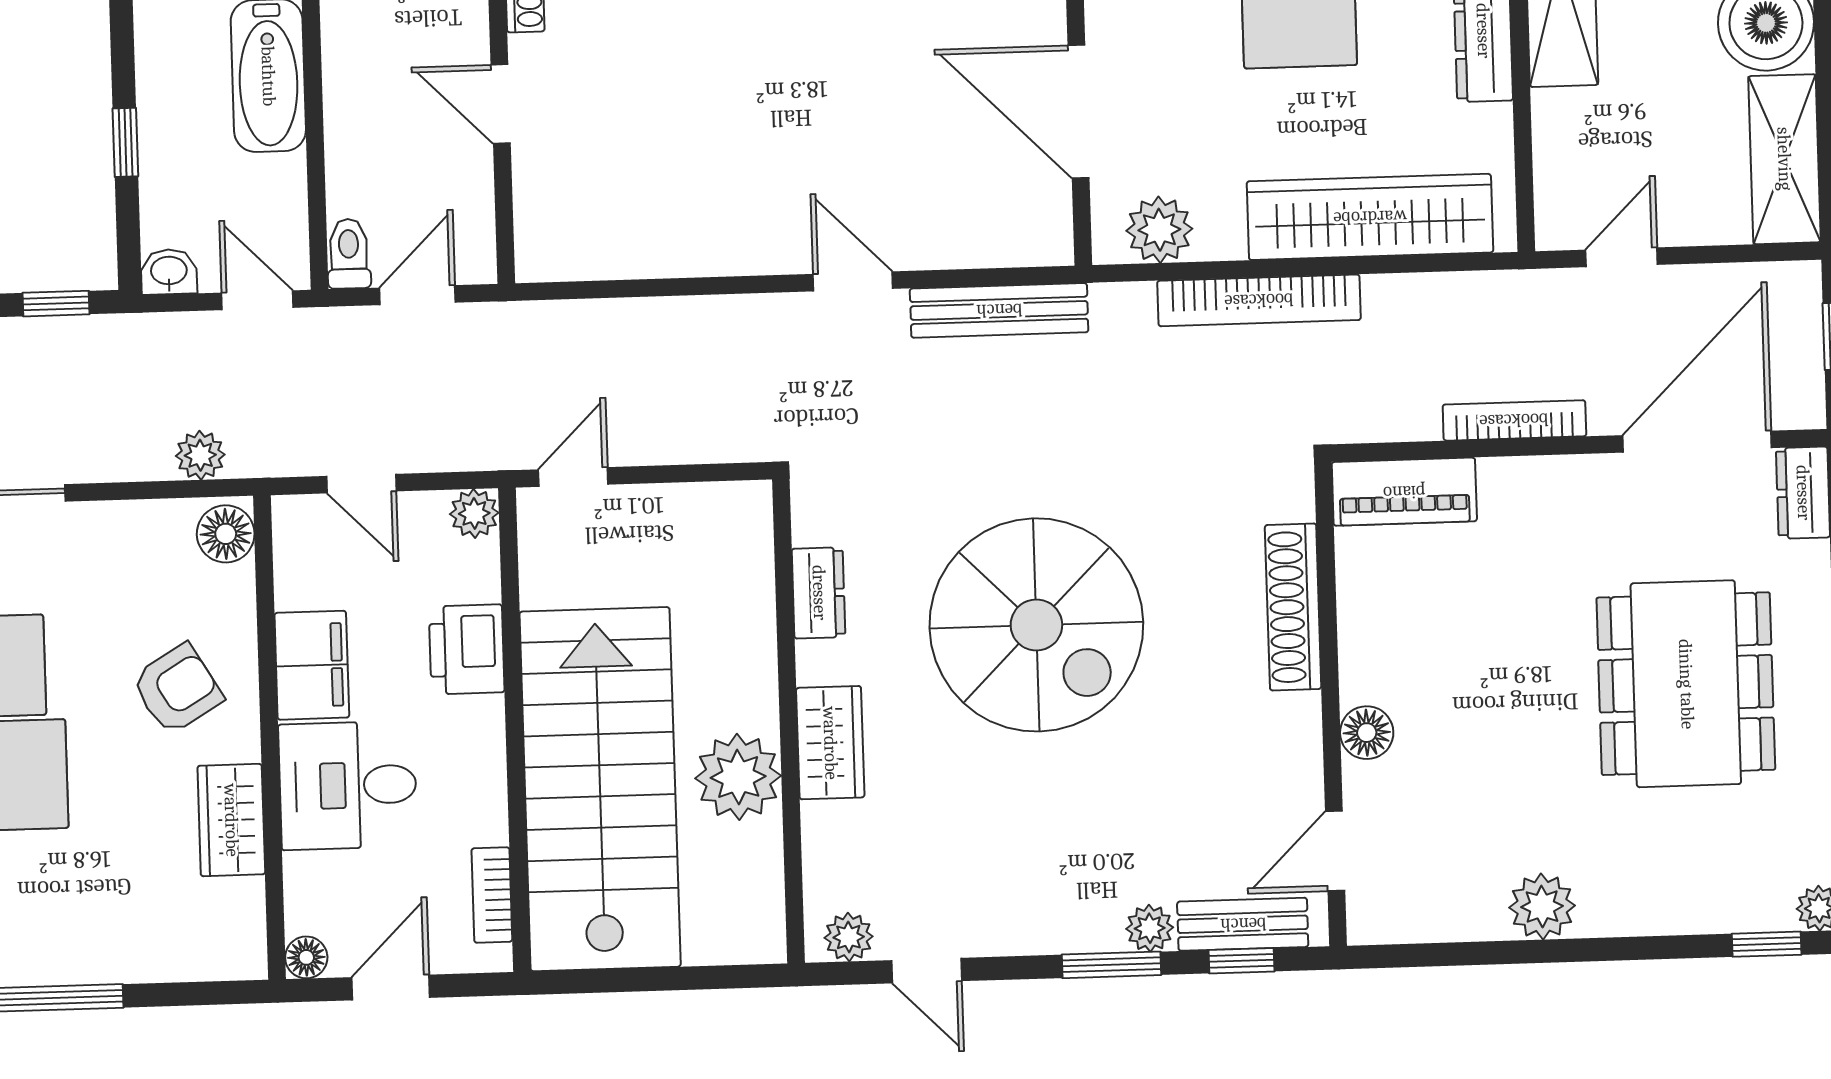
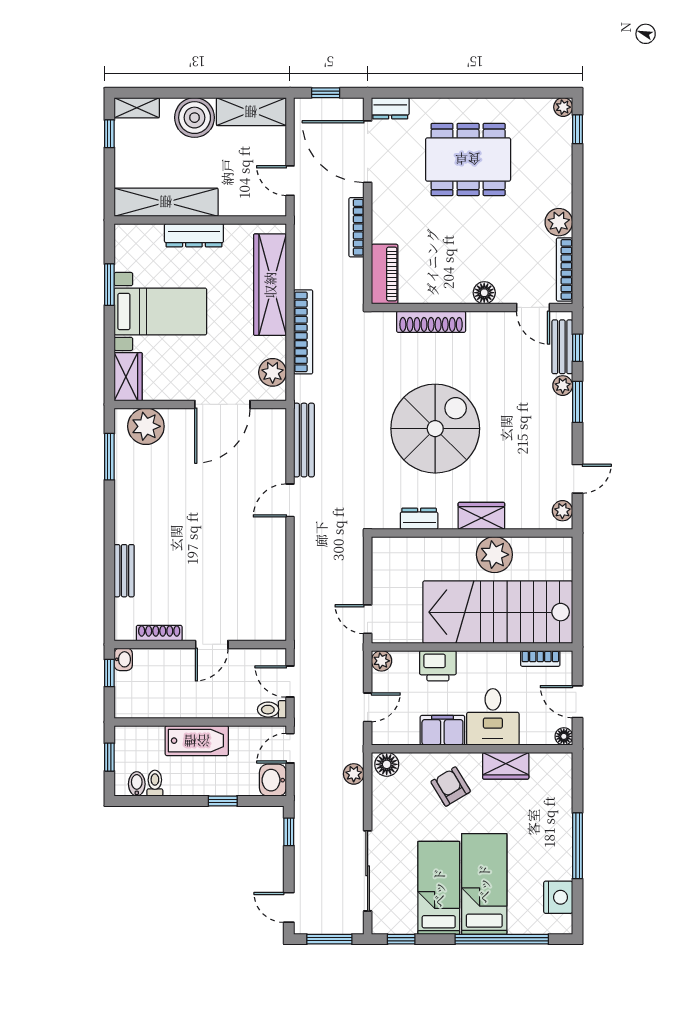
washbasin: (169, 272) -> (273, 780), width x1.38, depth x1.45
bookcase: (1429, 924) -> (564, 269), added

